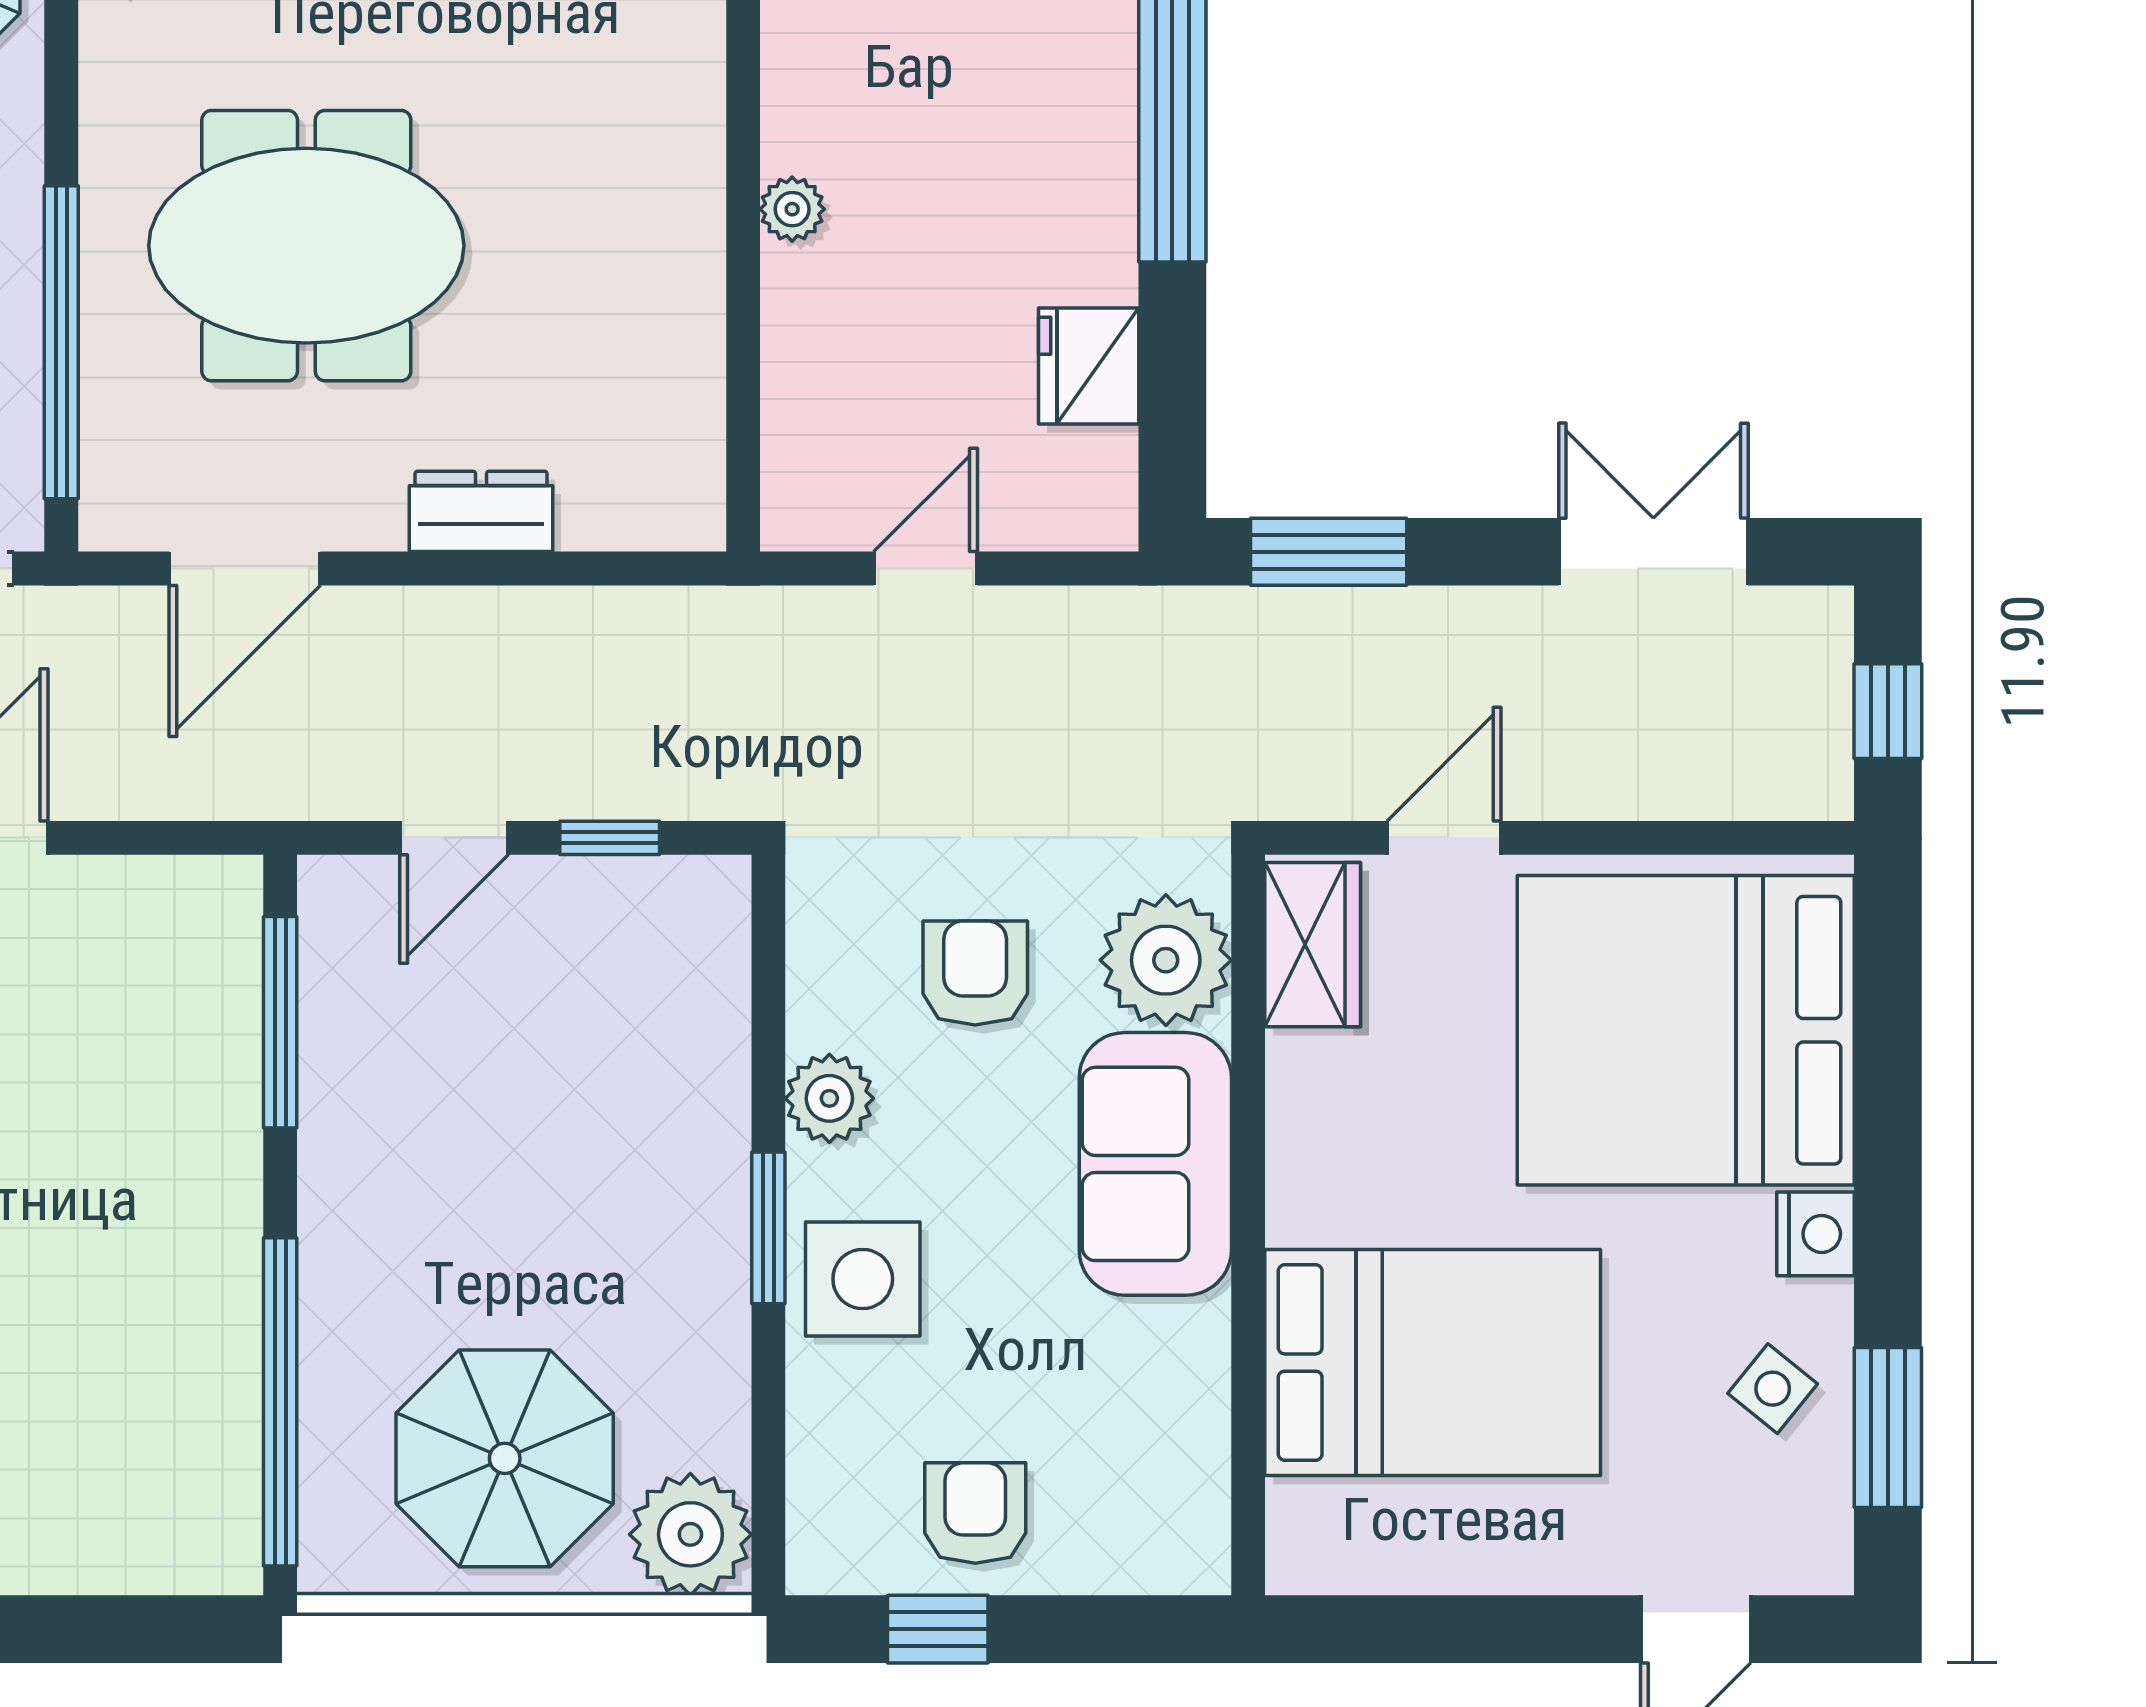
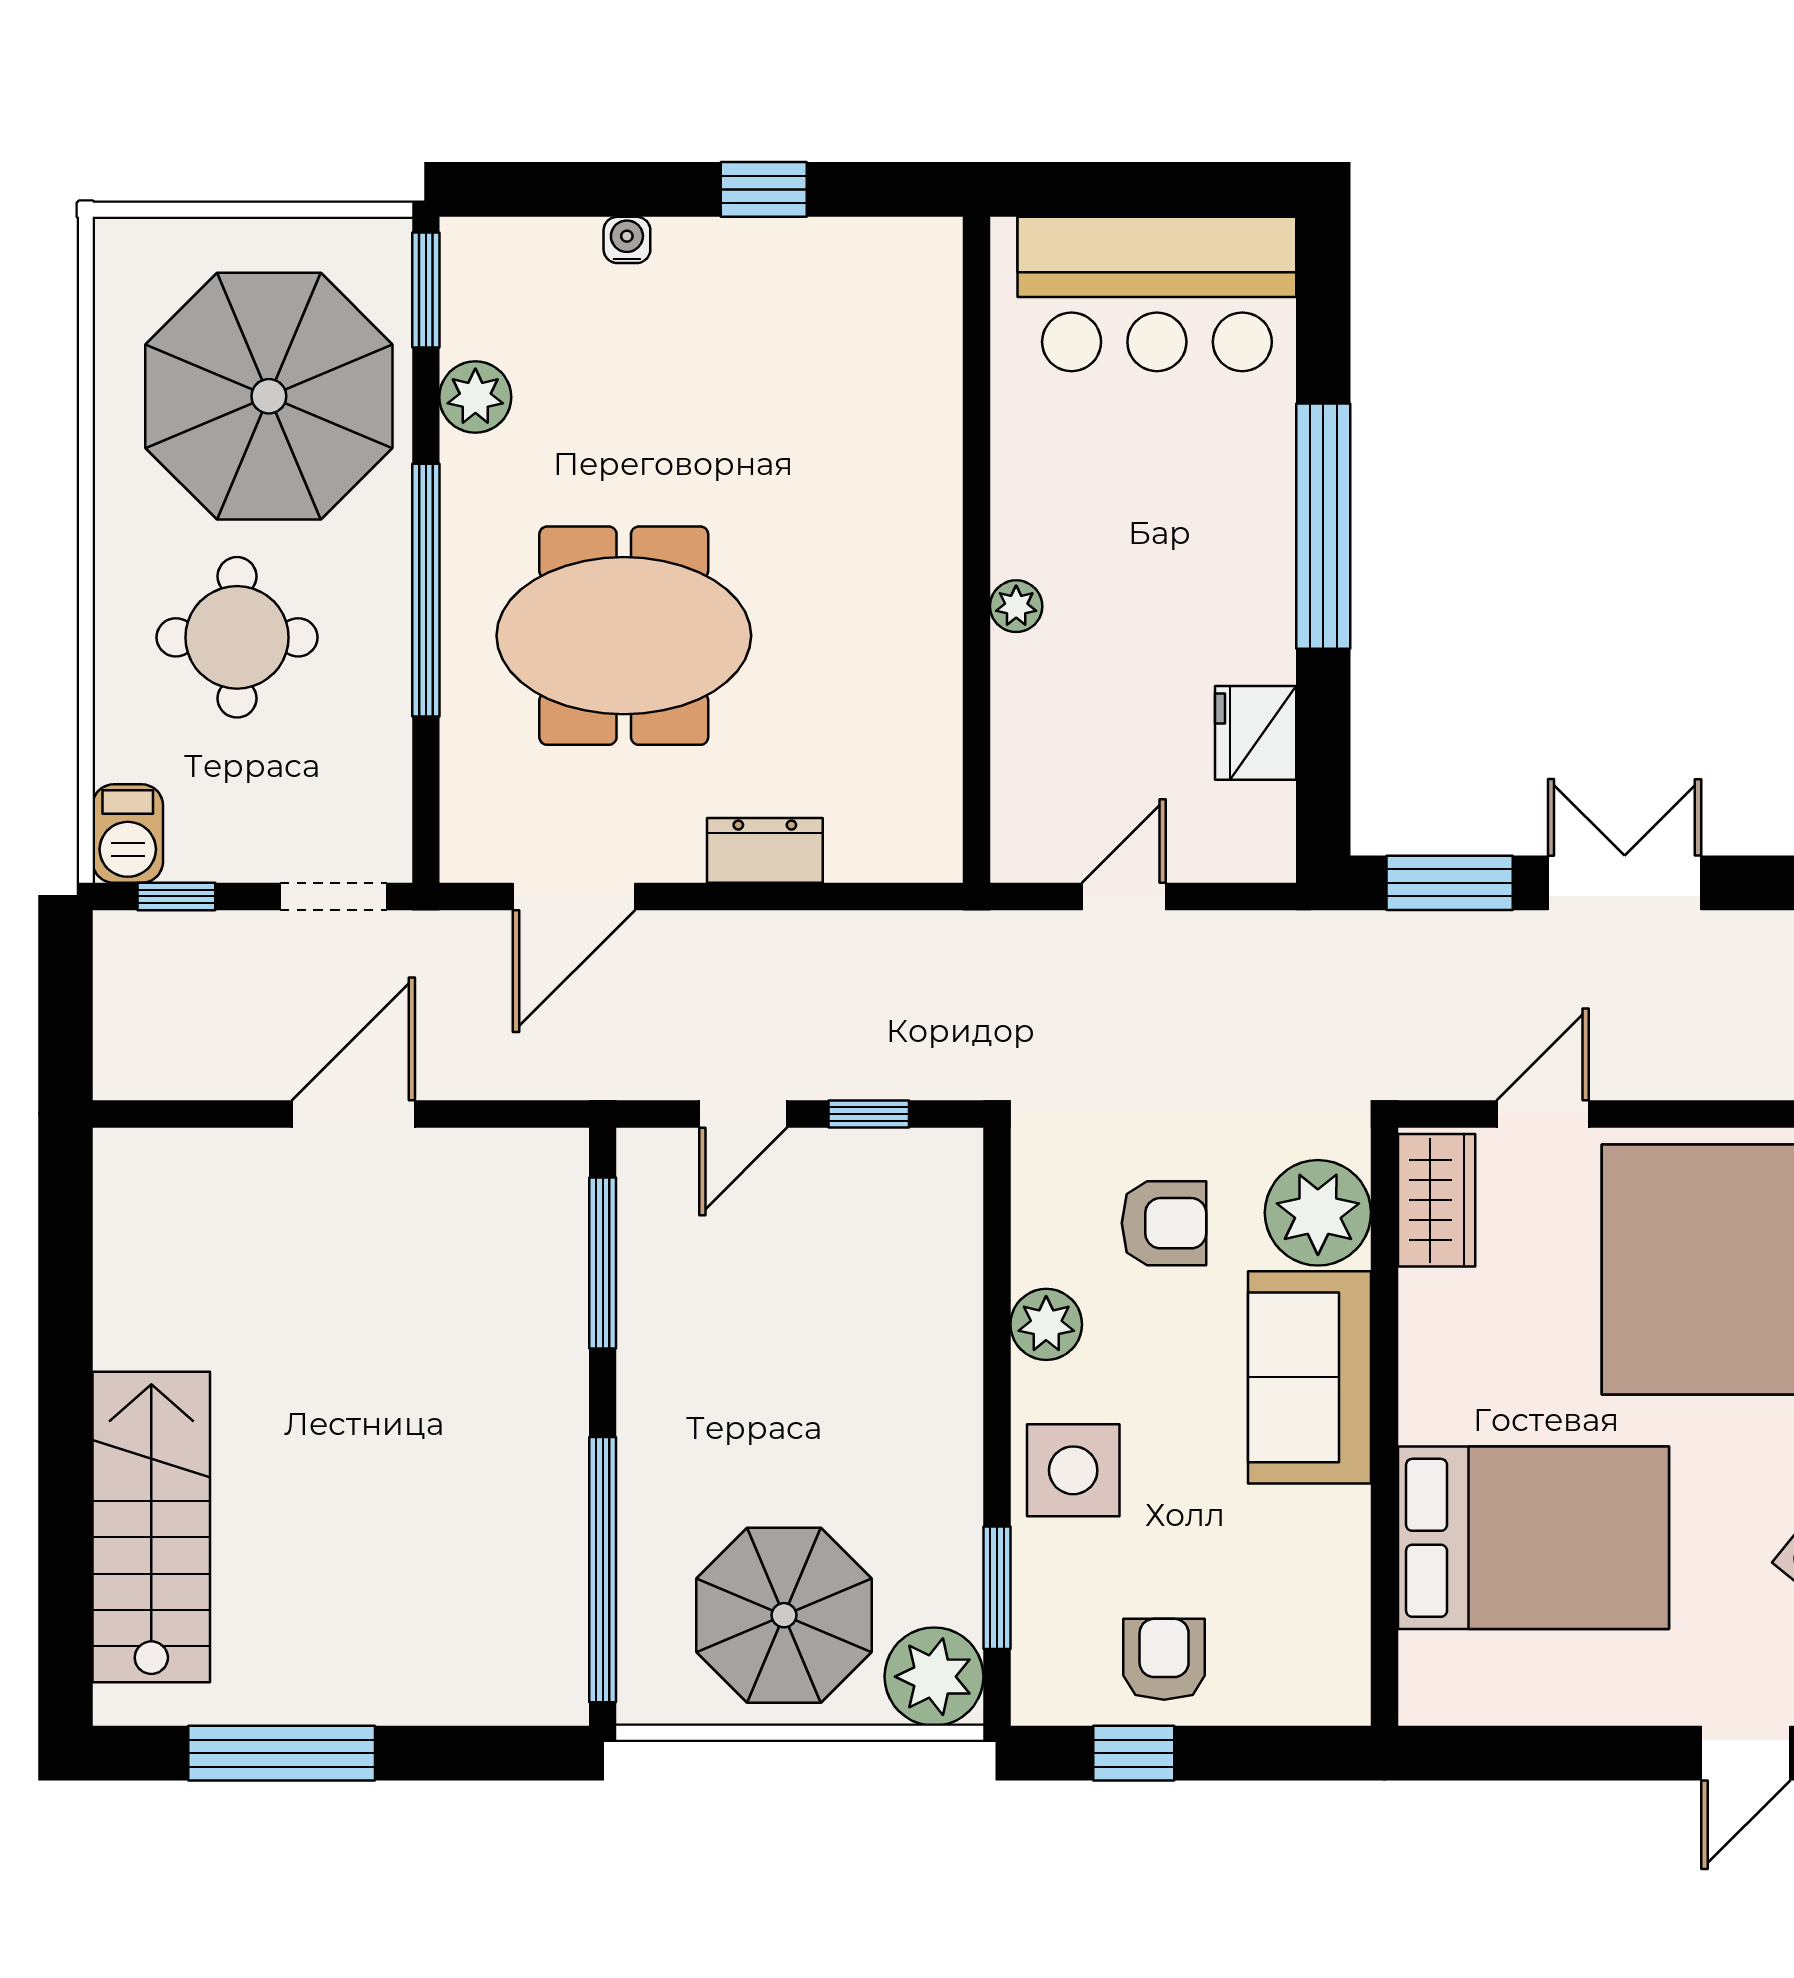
window: (61, 342) -> (426, 590), moved
double door: (1653, 552) -> (1625, 883), moved
armchair: (975, 973) -> (1164, 1223), turned 90
window: (768, 1228) -> (997, 1588), moved

